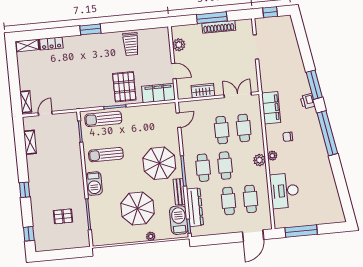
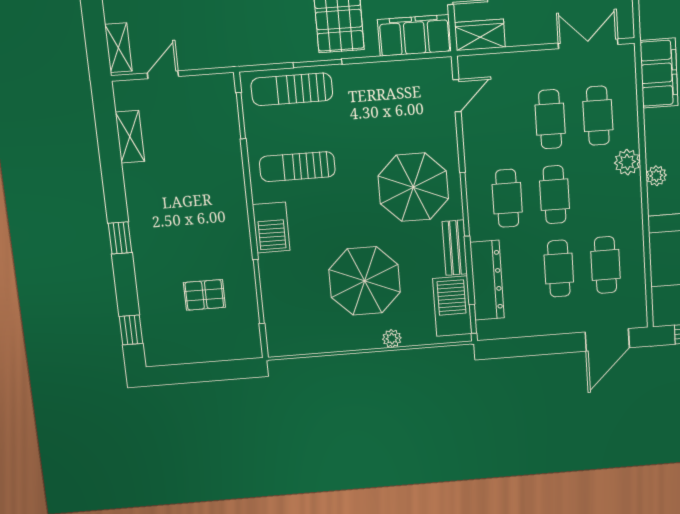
wardrobe: (203, 91) -> (480, 35), moved
plant: (259, 160) -> (627, 162), moved

